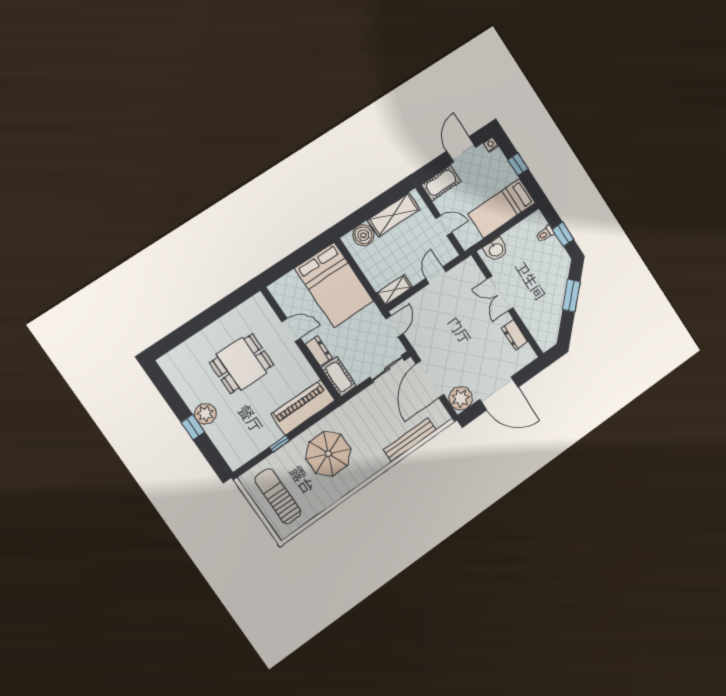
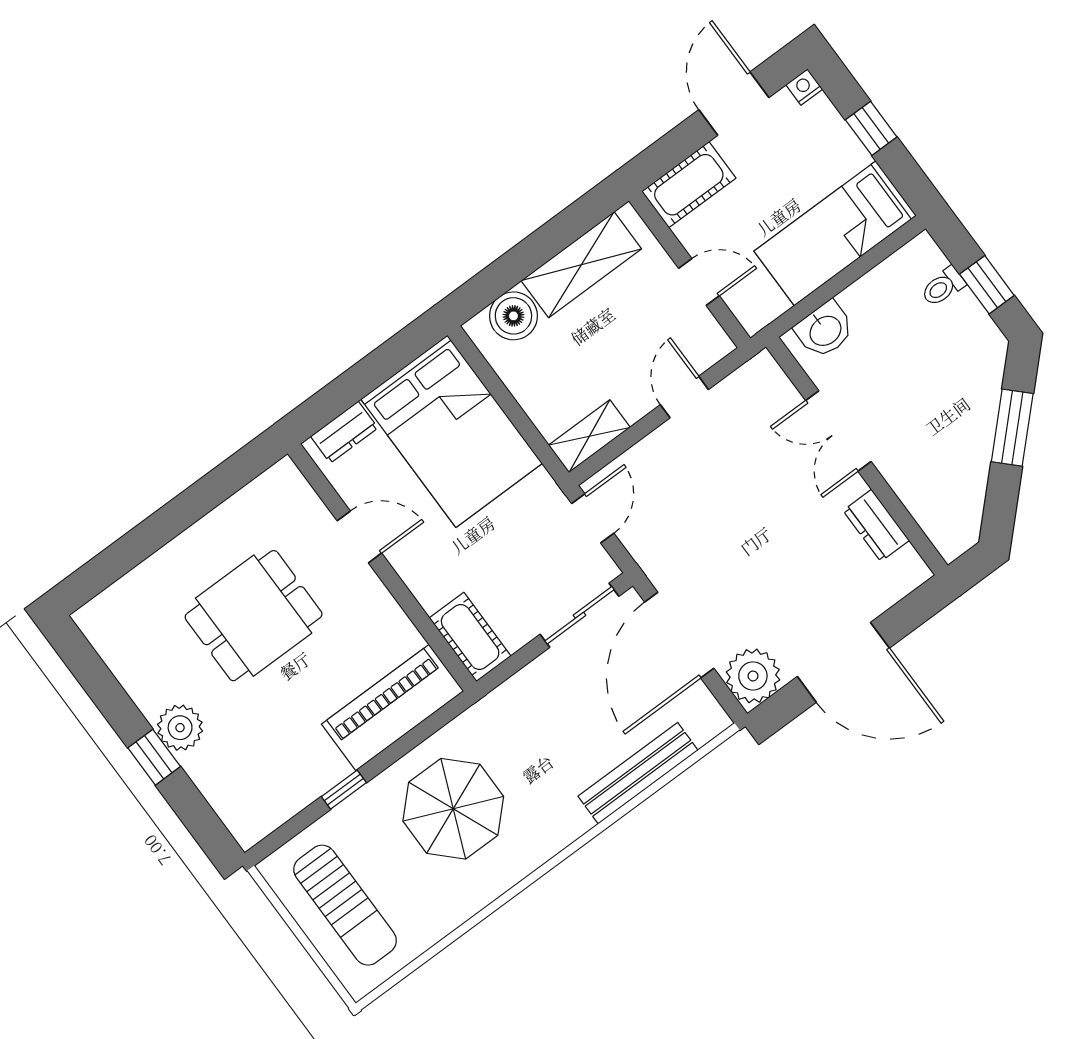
dresser: (319, 351) -> (344, 432), moved, turned 90
sun lounger: (278, 496) -> (345, 905), turned 180

